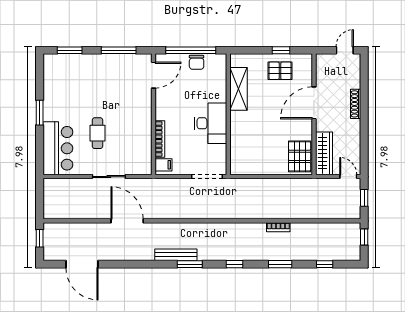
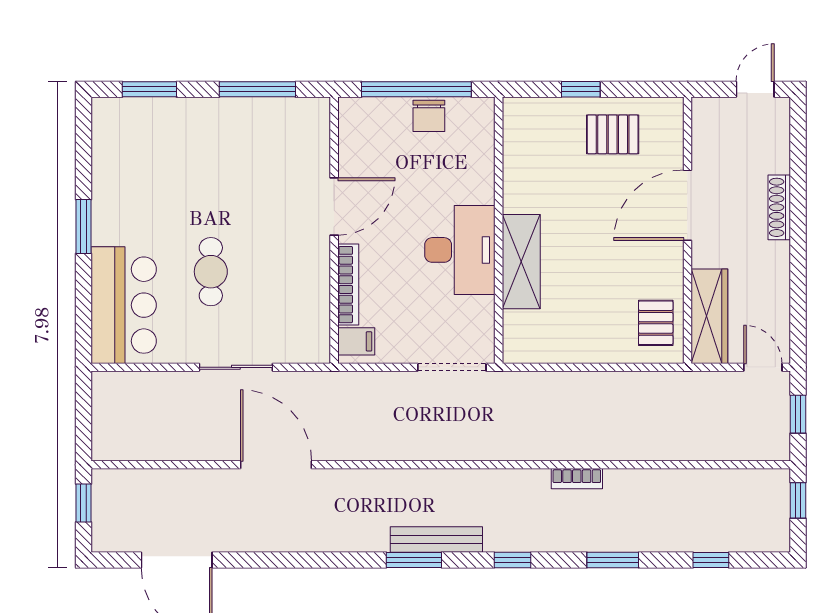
window: (281, 50) -> (581, 89), moved
door: (153, 75) -> (334, 207), moved
shelving: (238, 89) -> (521, 262), moved
pallet: (300, 156) -> (656, 323), width x0.67, depth x0.71
bookcase: (278, 227) -> (577, 479), moved
bench: (176, 255) -> (436, 540), moved

